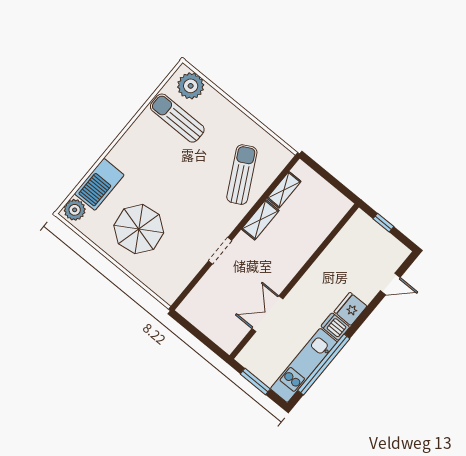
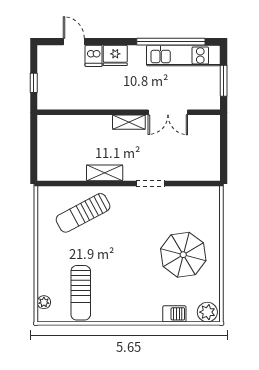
plant: (191, 86) -> (44, 302), width x0.53, depth x0.53
barbecue: (99, 184) -> (174, 314), width x0.53, depth x0.65
shelving: (284, 190) -> (129, 122), moved
dishwasher: (335, 327) -> (94, 56), moved

